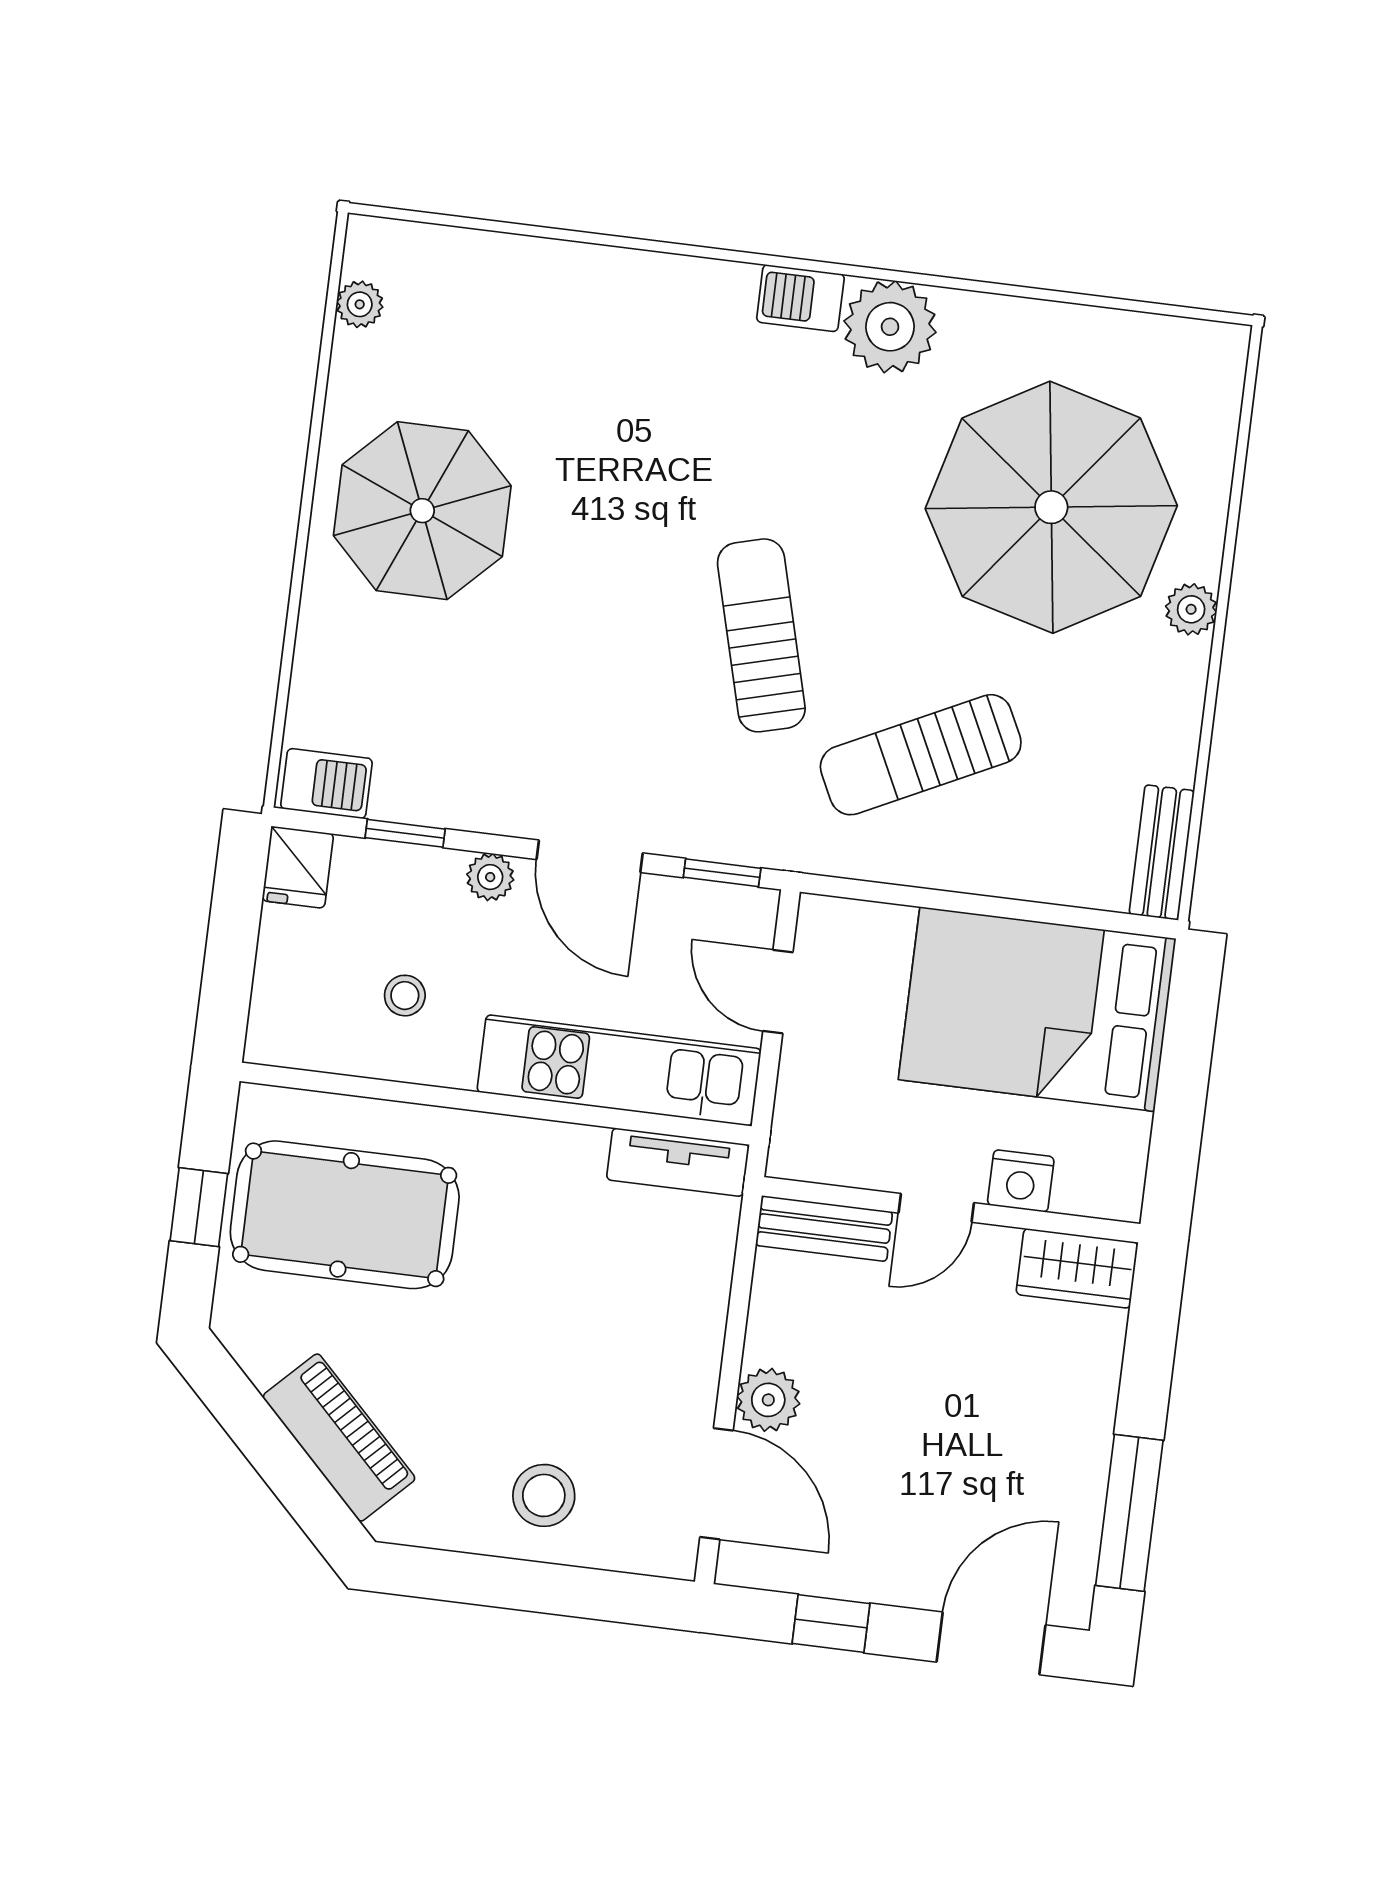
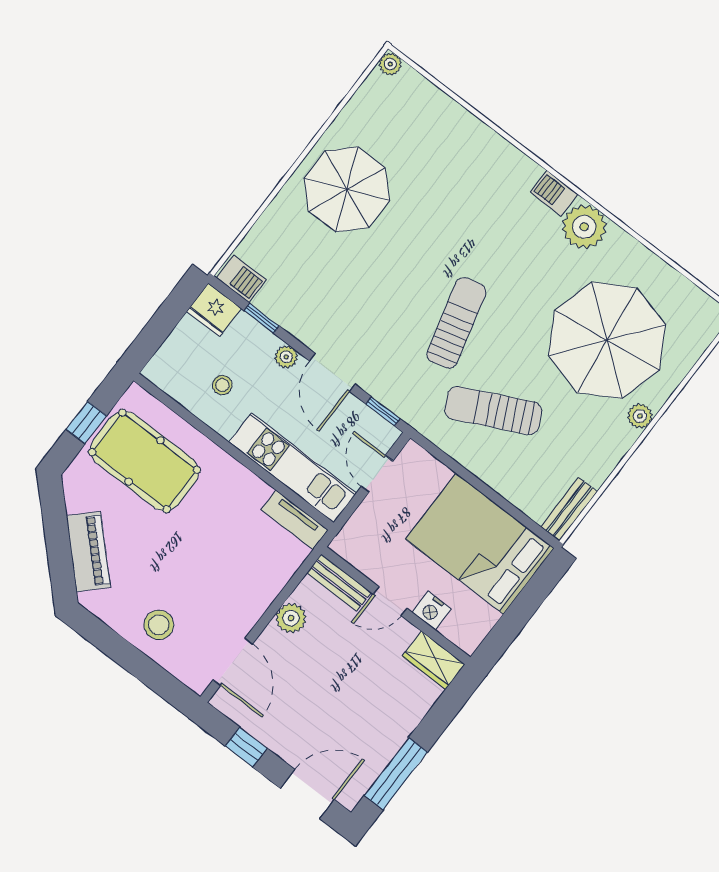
plant: (360, 304) -> (390, 64), moved
fridge: (298, 867) -> (214, 310), width x1.38
plant: (768, 1400) -> (291, 618), moved

